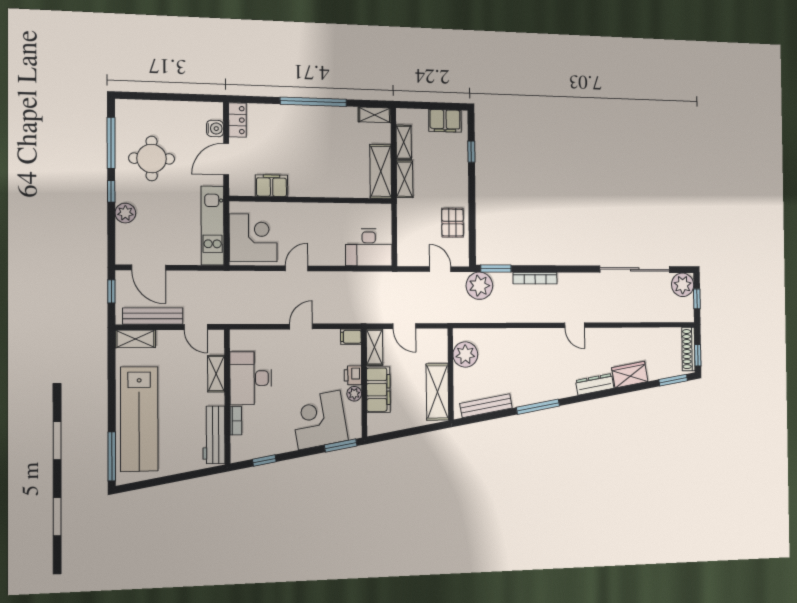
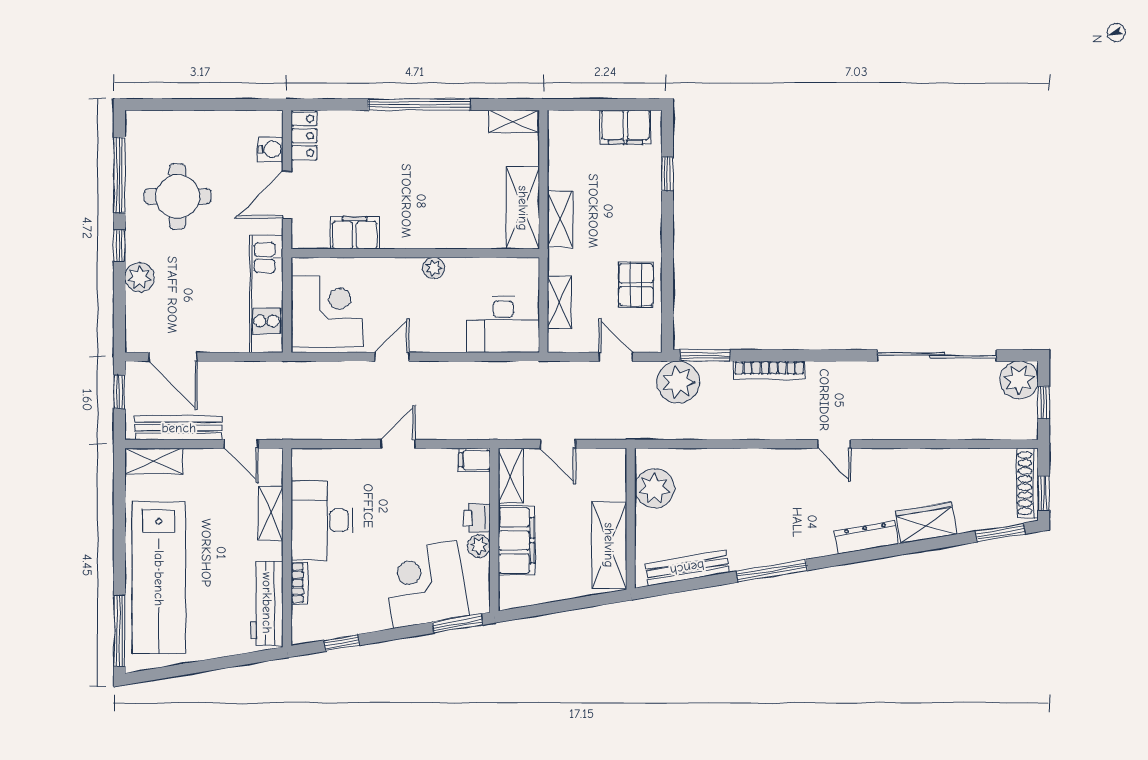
shelving: (404, 142) -> (559, 302), moved
plant: (324, 210) -> (434, 268), added

